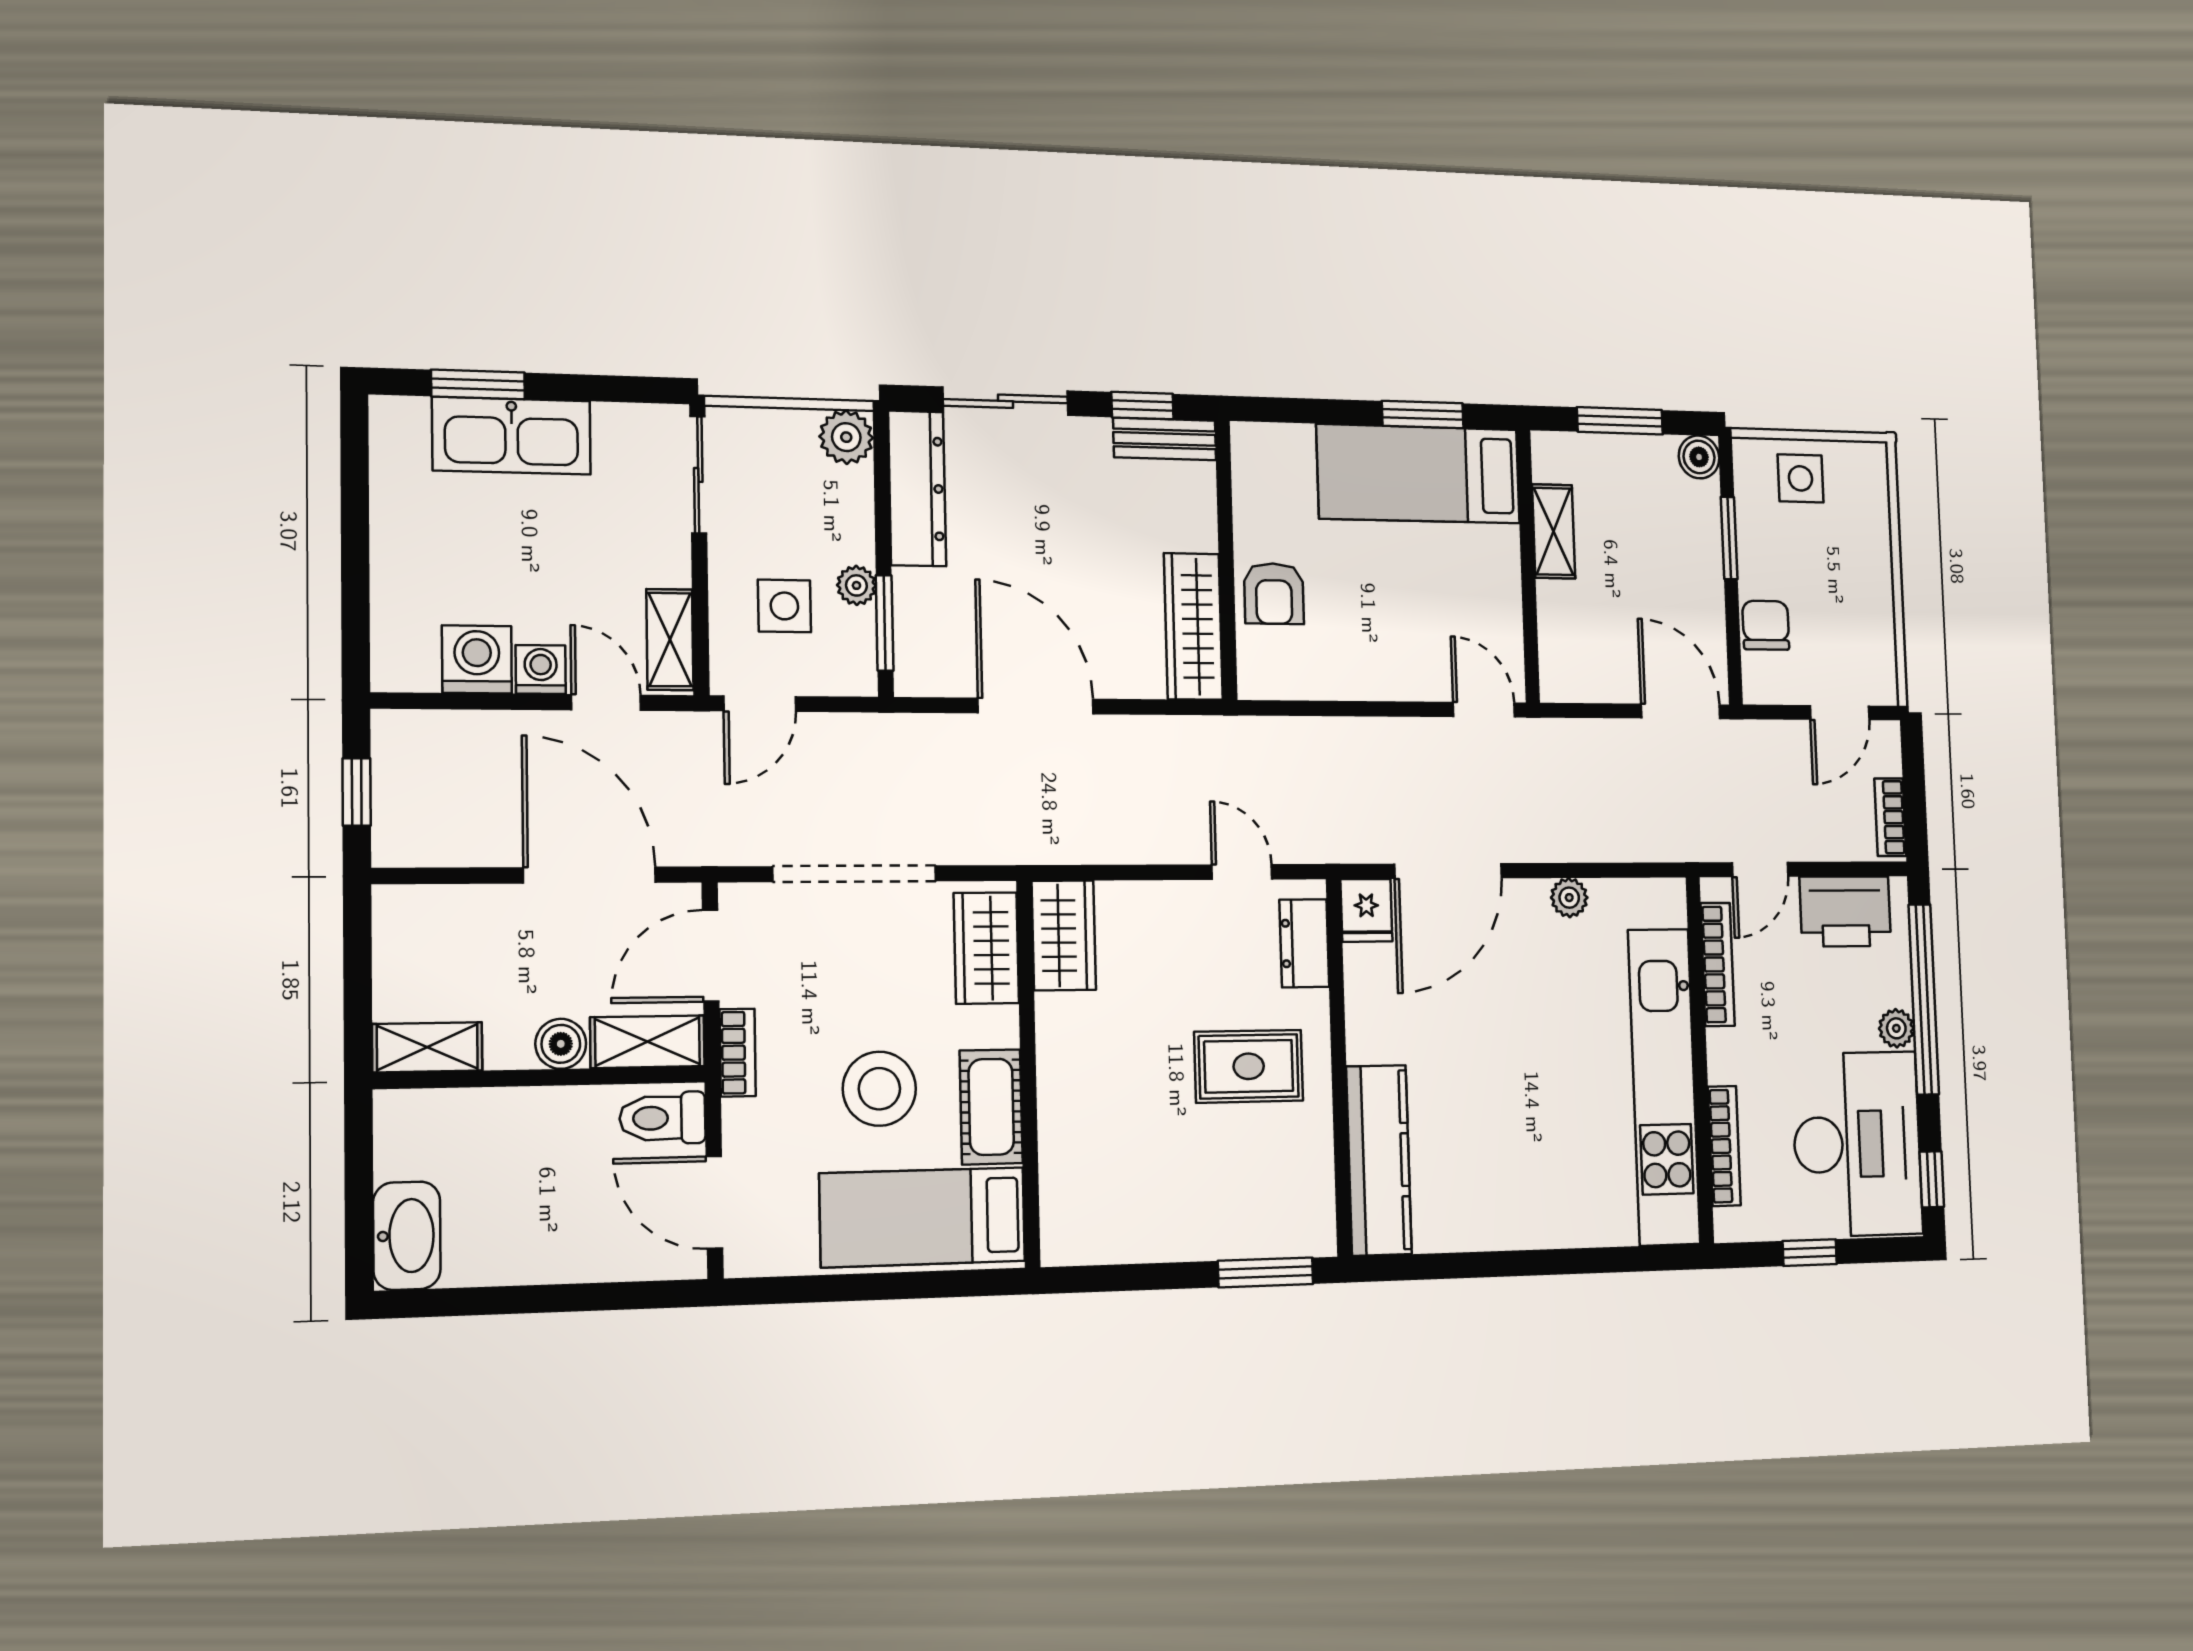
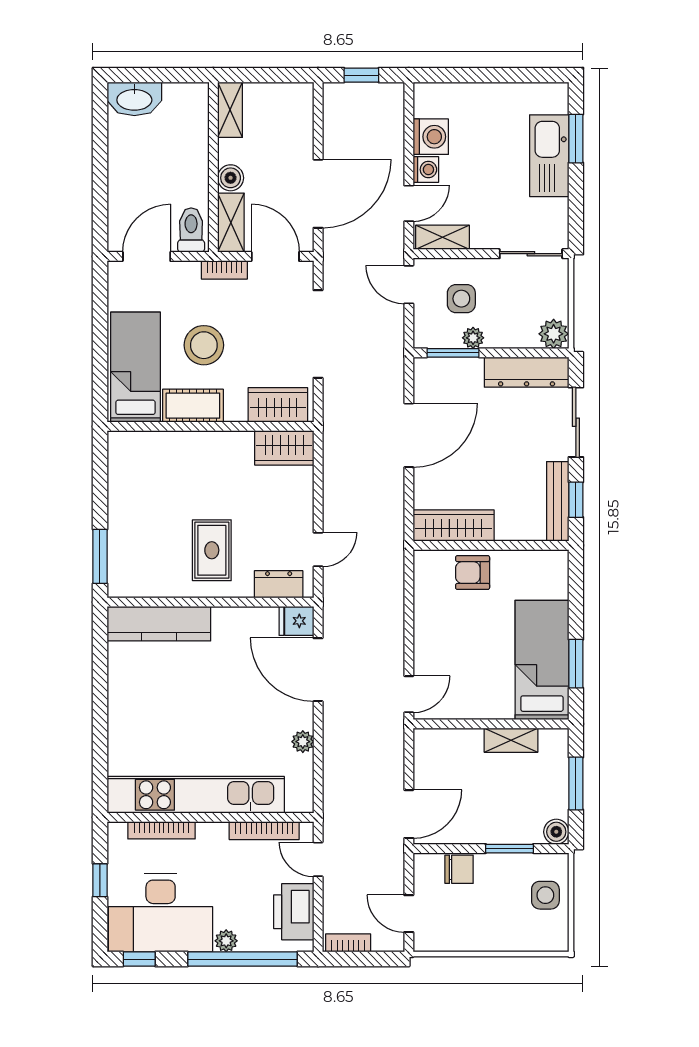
bench: (1165, 439) -> (558, 501), width x1.36

